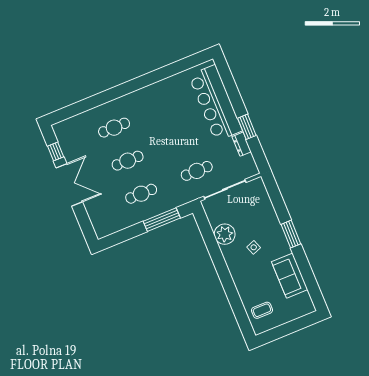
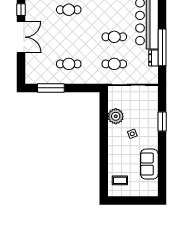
window: (247, 127) -> (162, 47), width x2.11
cafe table: (128, 161) -> (114, 37), moved
window: (162, 220) -> (51, 88), moved
window: (291, 234) -> (162, 121), moved

